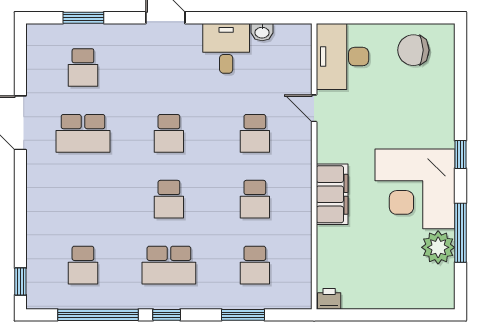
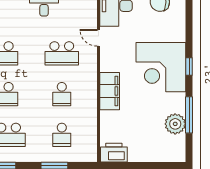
school desk: (255, 133) -> (62, 53), width x1.85
corner desk: (415, 189) -> (161, 67), moved
printer: (329, 299) -> (114, 153), width x1.87, depth x1.48

